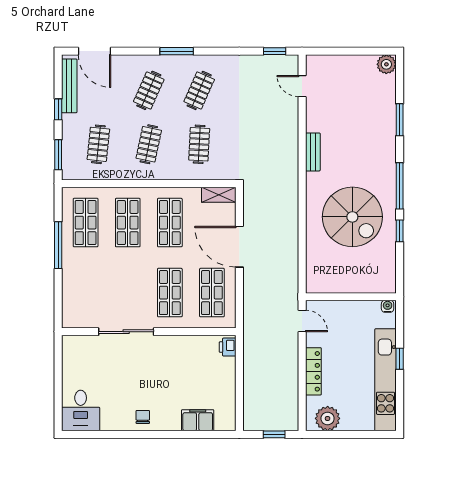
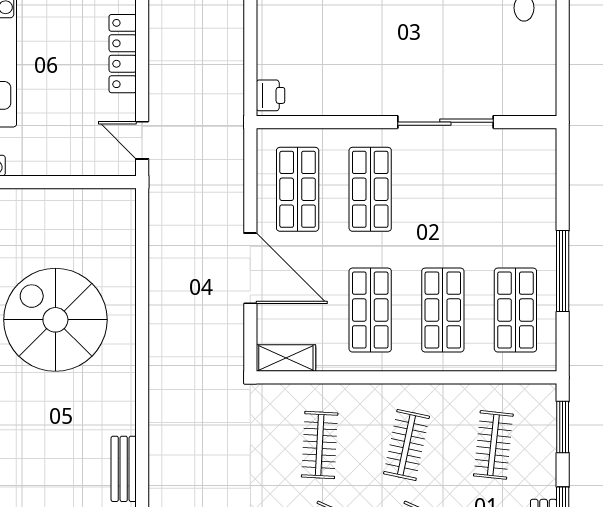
bench: (313, 152) -> (124, 469), moved

